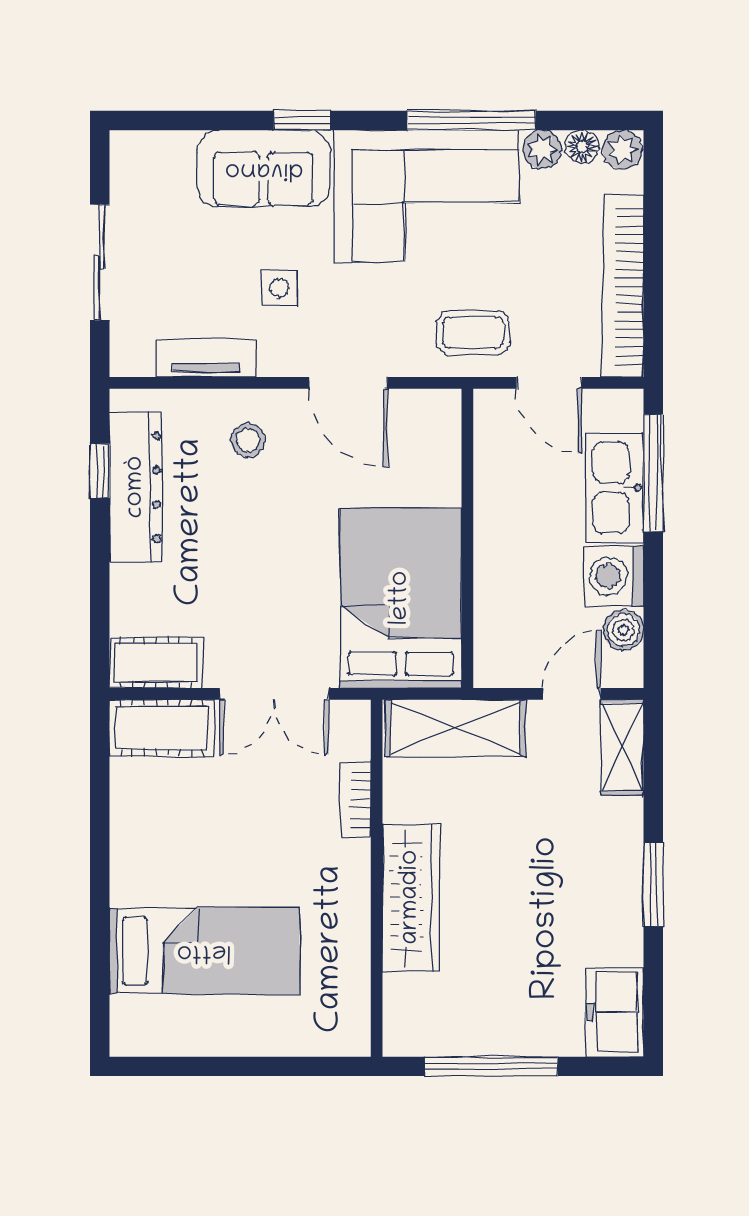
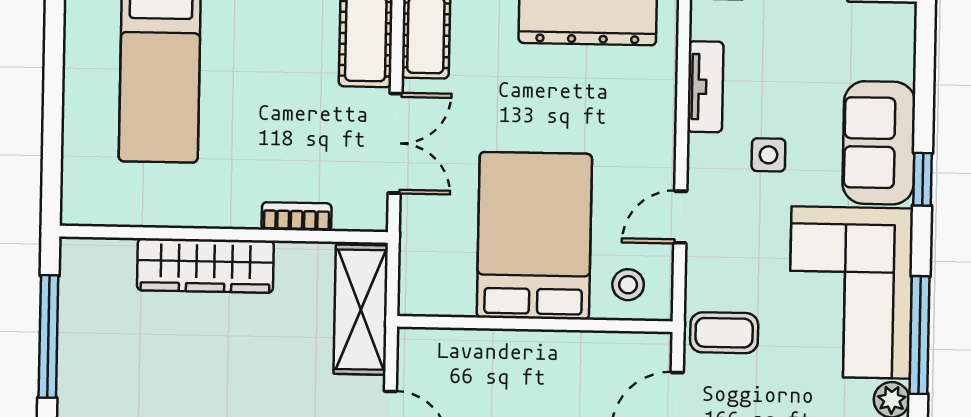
coffee table: (473, 333) -> (724, 333), turned 90
door: (348, 383) -> (680, 217), width x0.73
stool: (248, 440) -> (628, 285), moved
bed: (401, 598) -> (534, 236), moved, turned -90
double door: (274, 694) -> (395, 143), swing flipped

